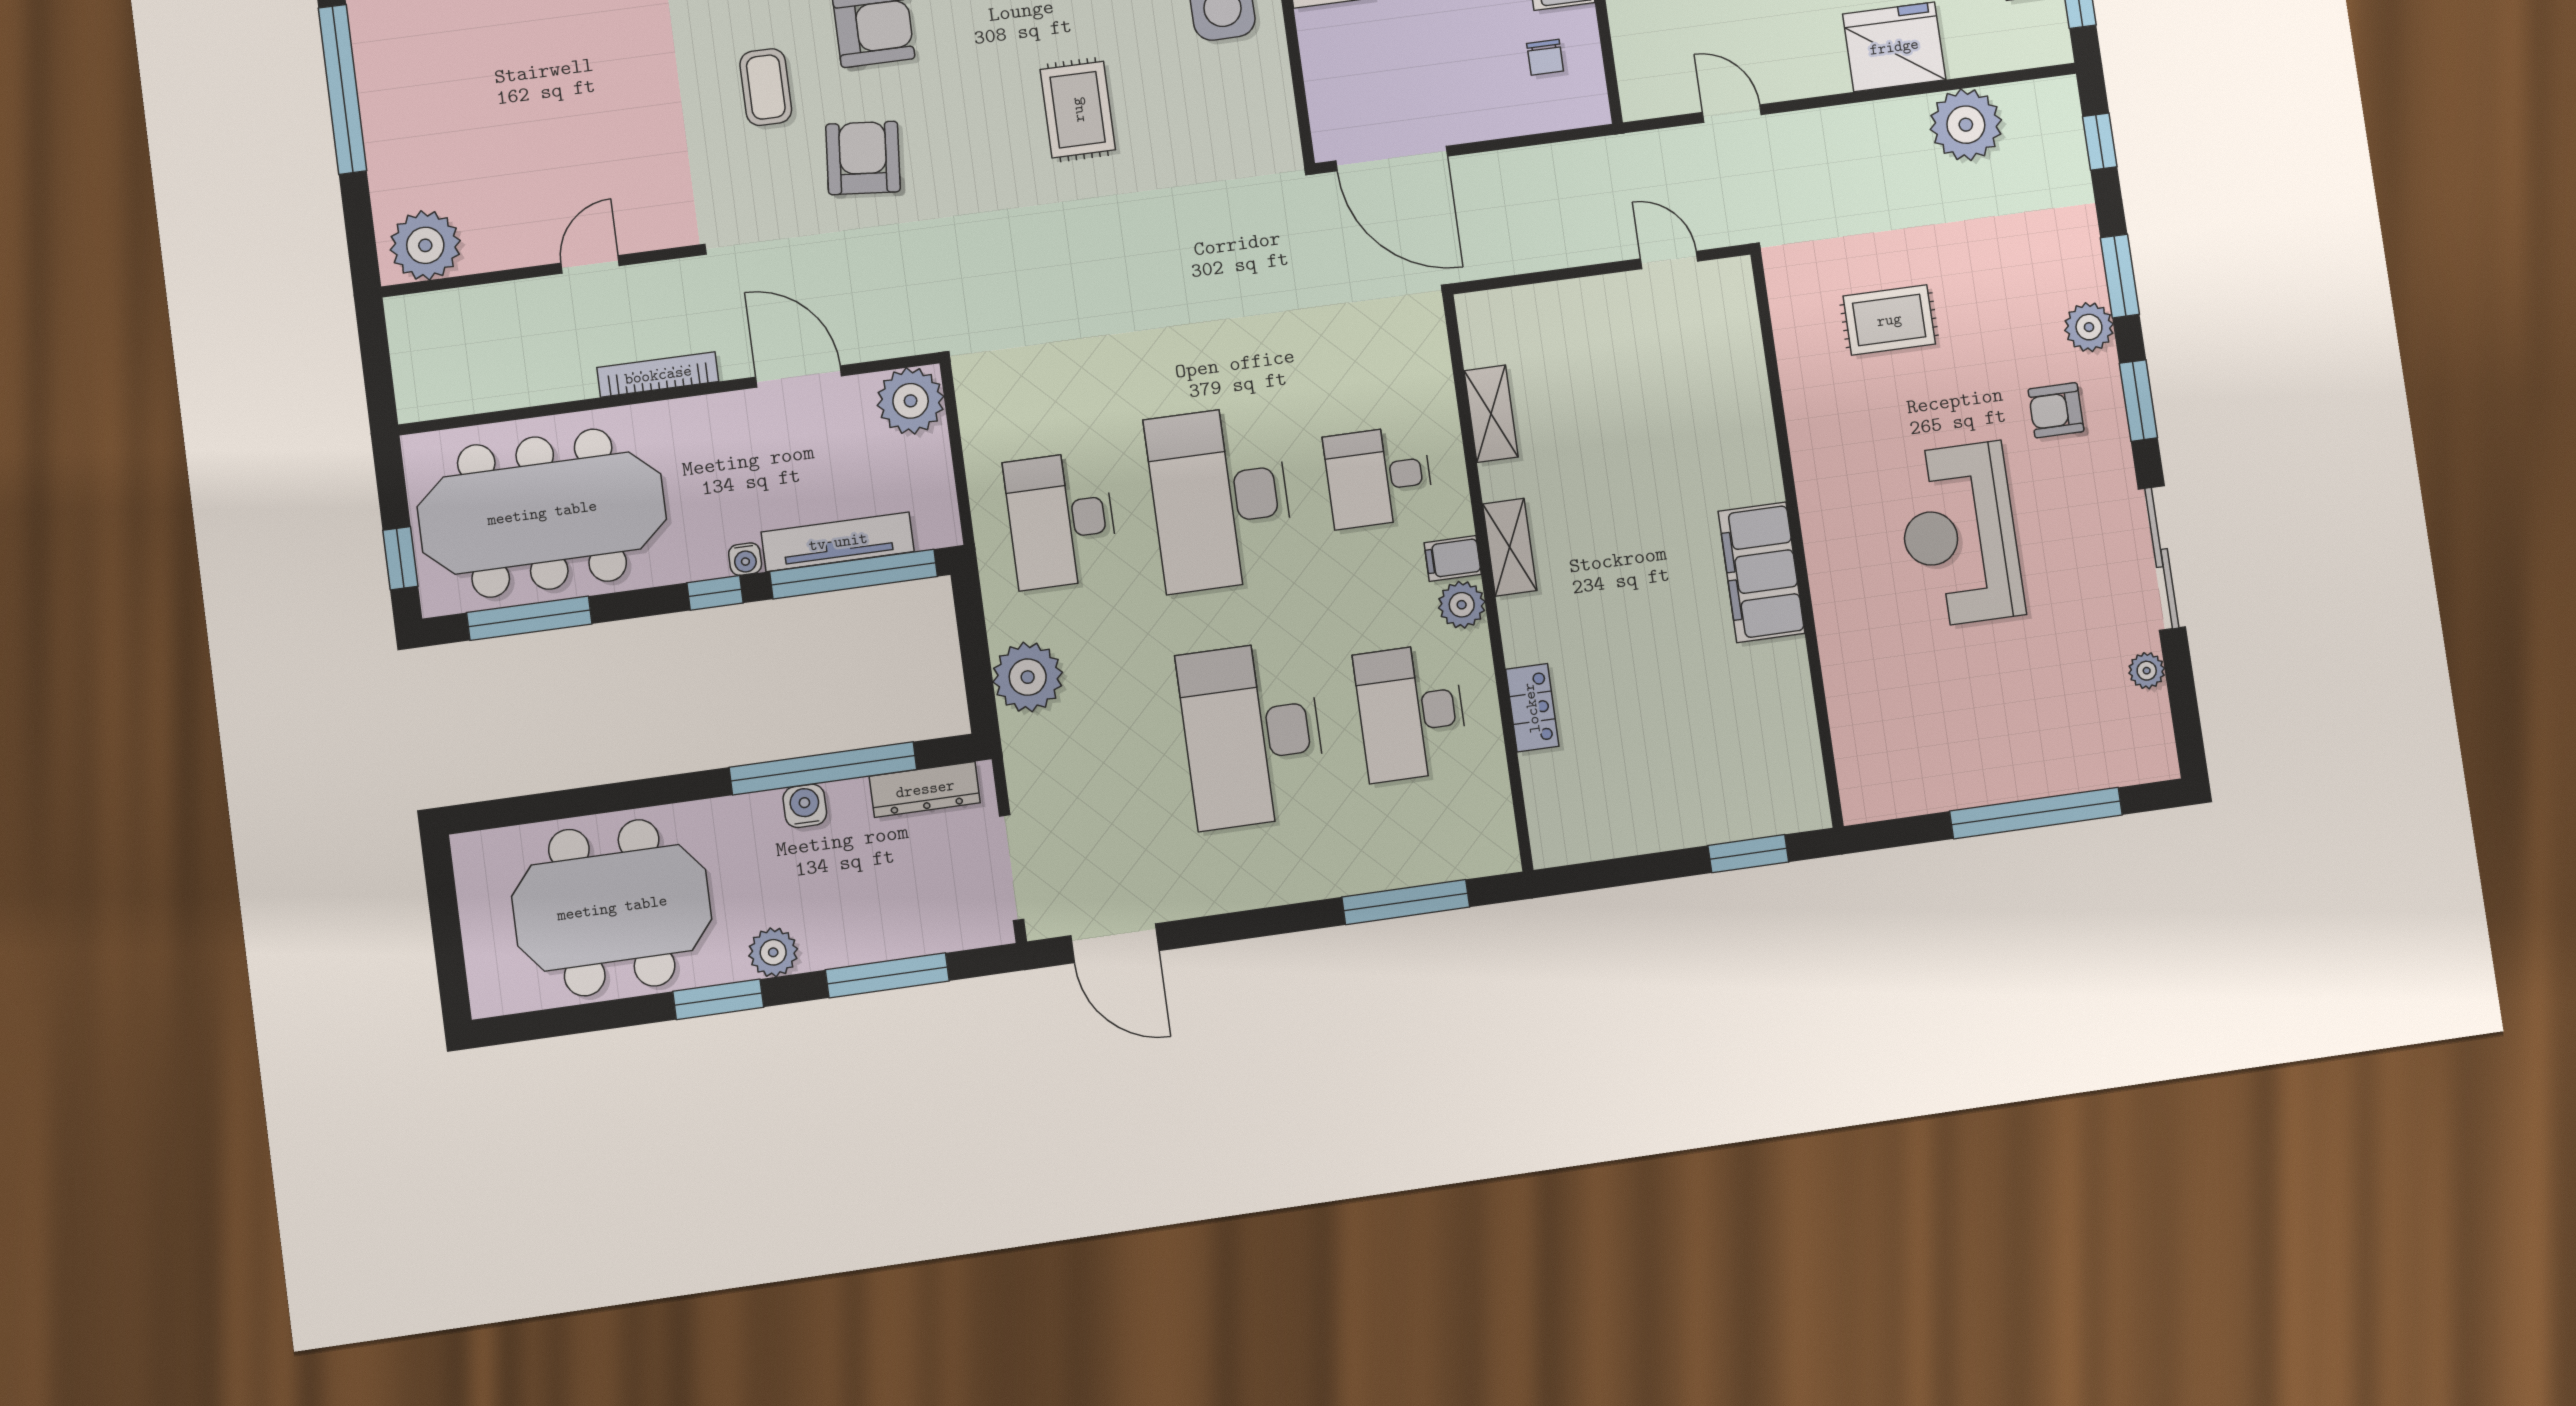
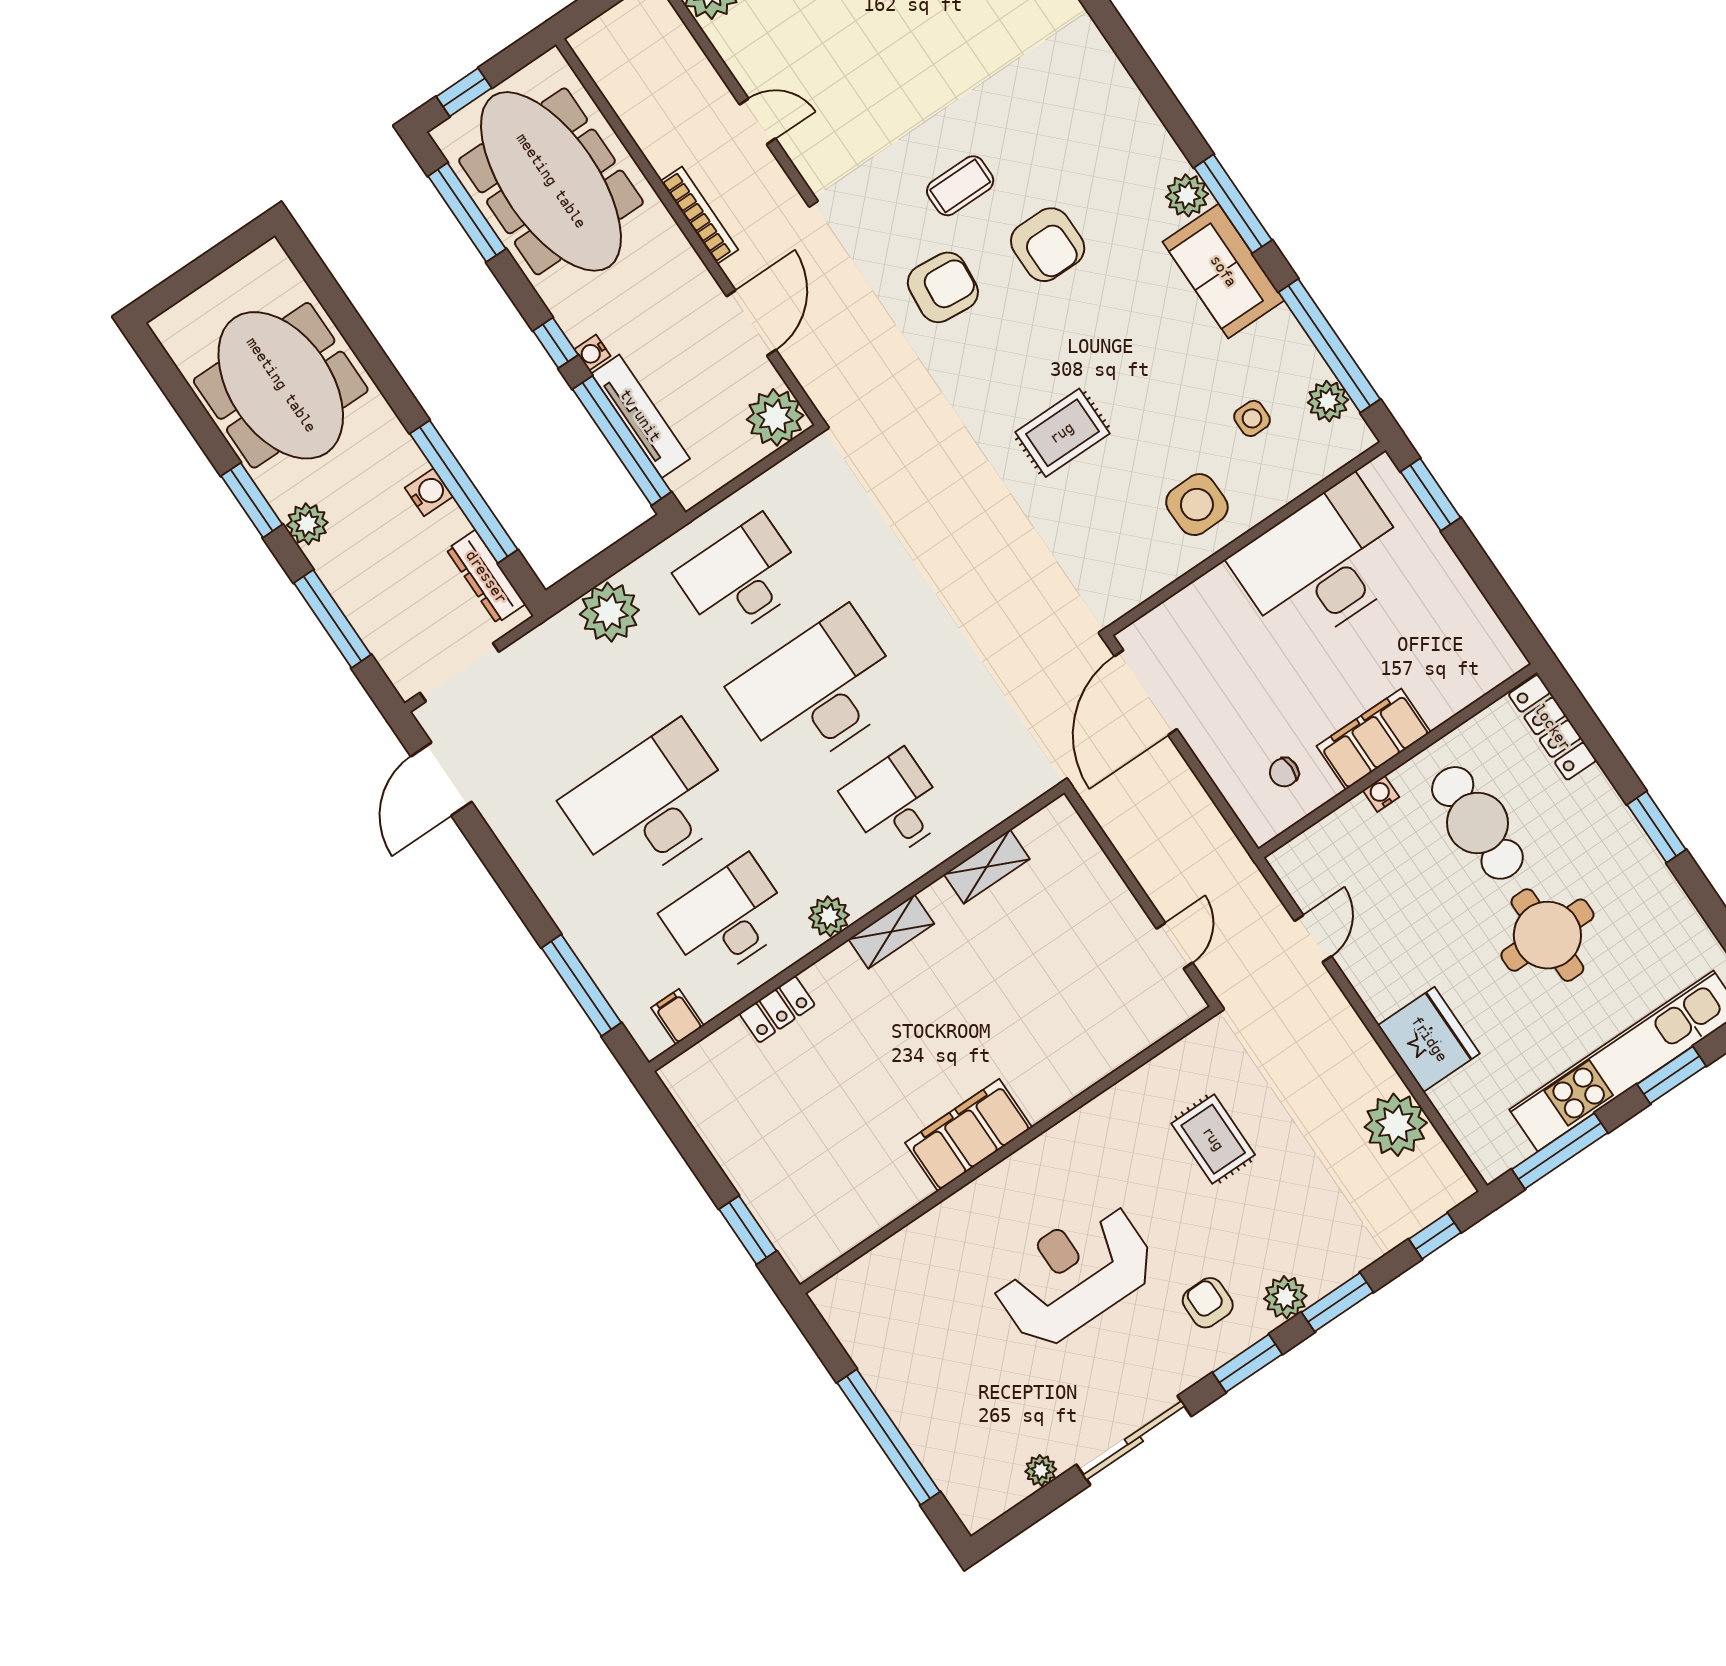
filing cabinet: (1453, 558) -> (677, 1017), moved

